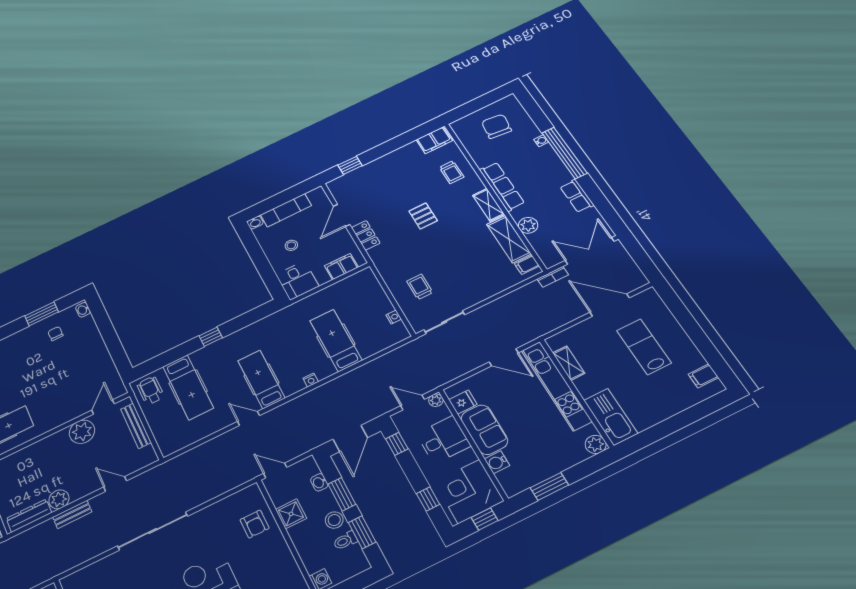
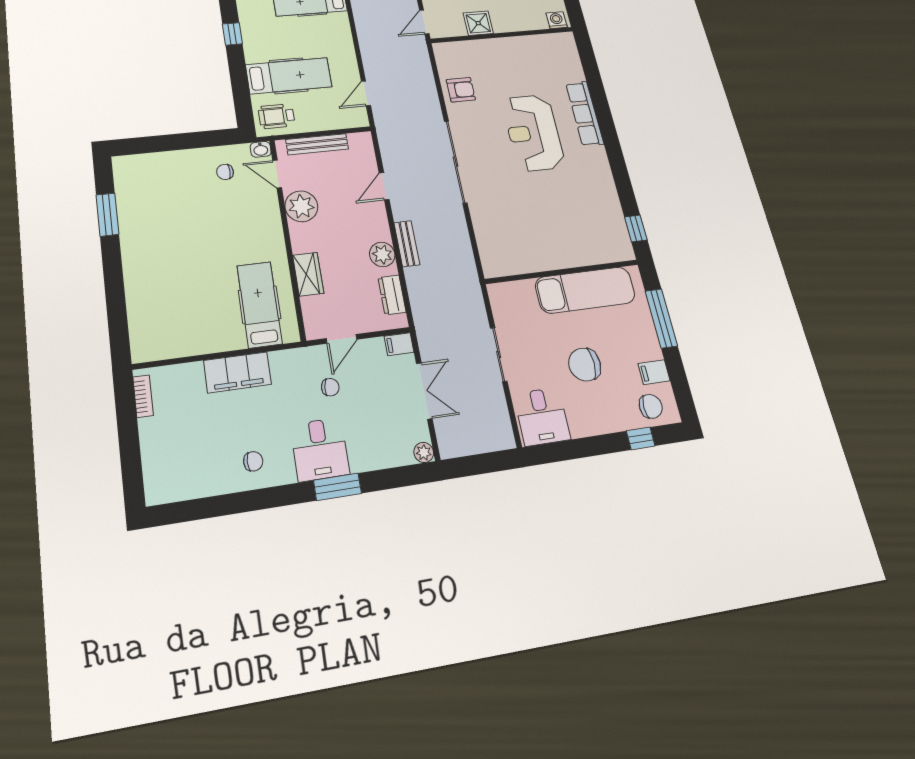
washbasin: (83, 310) -> (261, 149), moved
chair: (55, 334) -> (225, 172), moved
door: (249, 418) -> (366, 93), moved
wardrobe: (31, 454) -> (308, 274), added
dresser: (29, 516) -> (392, 295), width x0.70
armchair: (255, 524) -> (461, 90), moved

